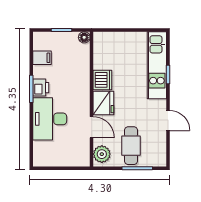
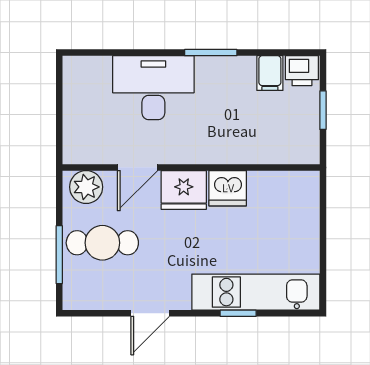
floor lamp: (84, 37) -> (309, 153), removed
printer: (41, 88) -> (302, 71), moved

